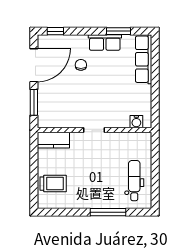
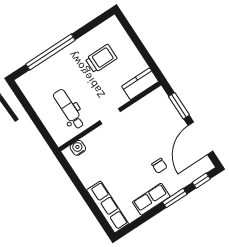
window: (119, 31) -> (175, 198), moved
dental chair: (134, 181) -> (69, 109), moved, turned 180
trolley: (53, 184) -> (101, 59), moved, turned 180
window: (108, 212) -> (51, 52), width x1.46

